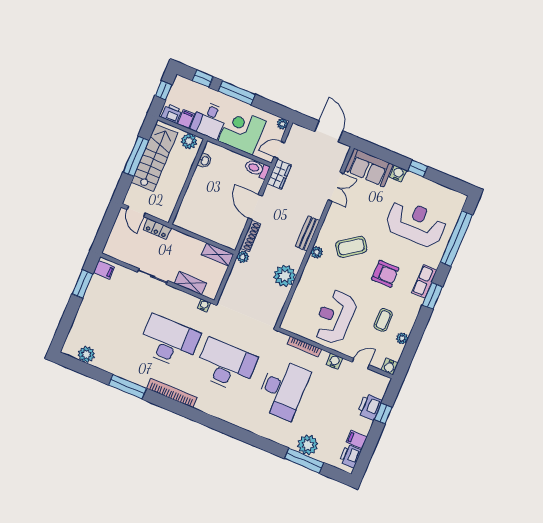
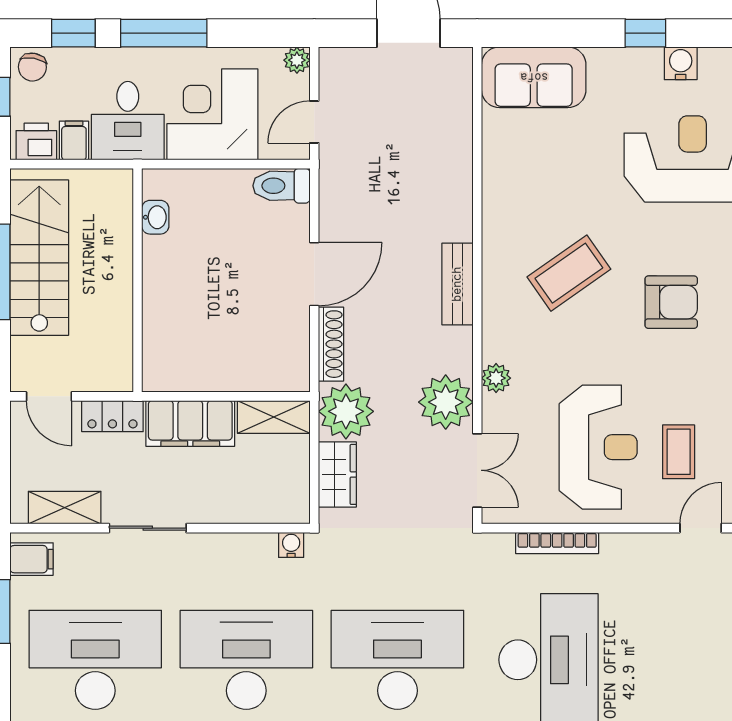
chair: (182, 85) -> (32, 67), added
plant: (189, 141) -> (102, 188), removed
wardrobe: (279, 174) -> (337, 474), moved
water cooler: (398, 174) -> (681, 63), moved
double door: (336, 187) -> (477, 470), moved
door: (255, 207) -> (314, 274), swing flipped
filing cabinet: (185, 244) -> (190, 424), added
plant: (317, 252) -> (496, 378), moved
plant: (243, 257) -> (346, 411), width x1.88, depth x1.88
shelving: (190, 283) -> (65, 508), moved
reception desk: (335, 317) -> (598, 447), turned 180
desk: (112, 318) -> (95, 660), added
coffee table: (383, 320) -> (679, 452), moved
water cooler: (334, 361) -> (639, 548), removed

